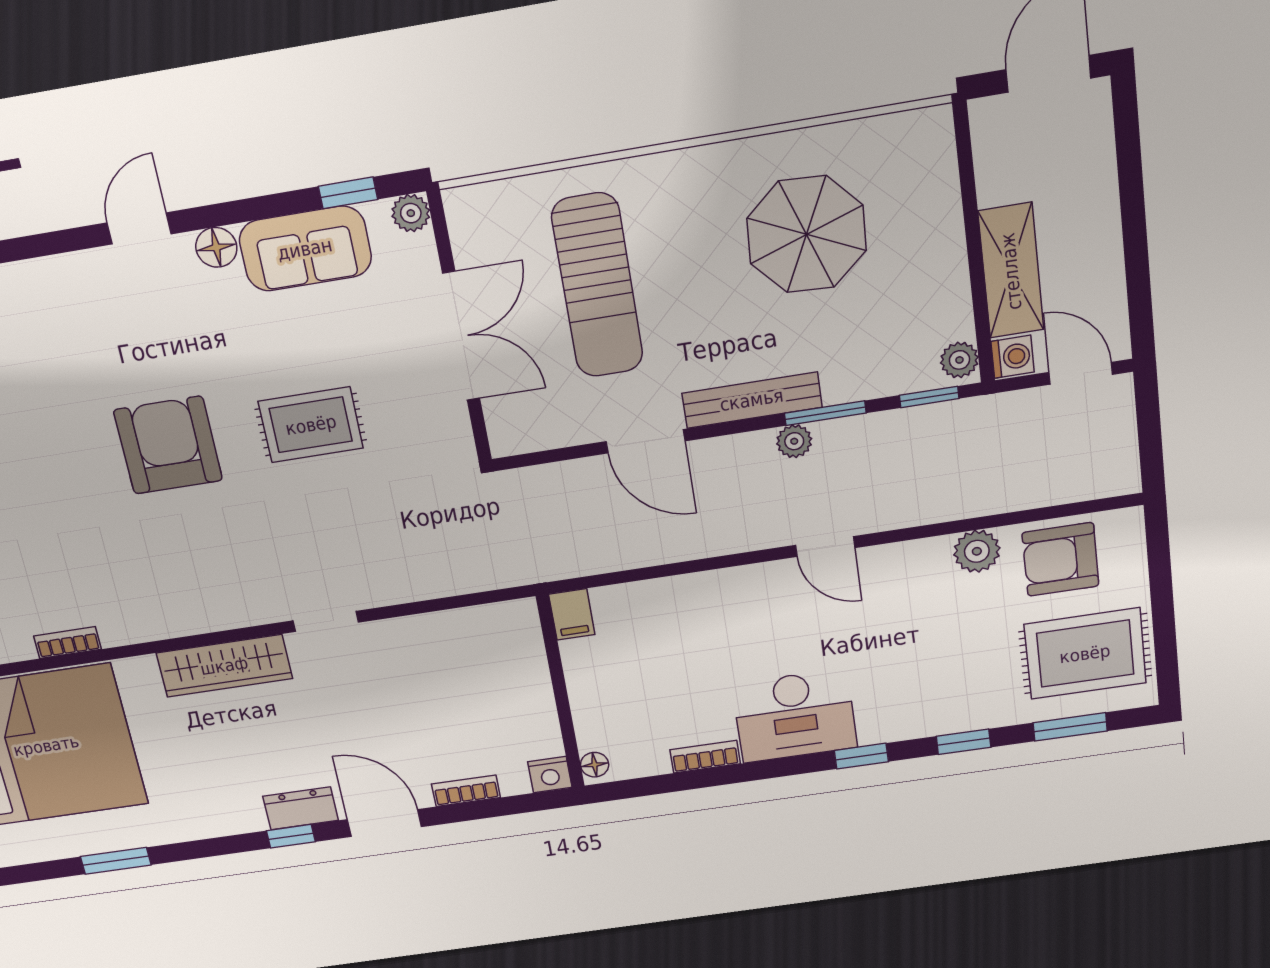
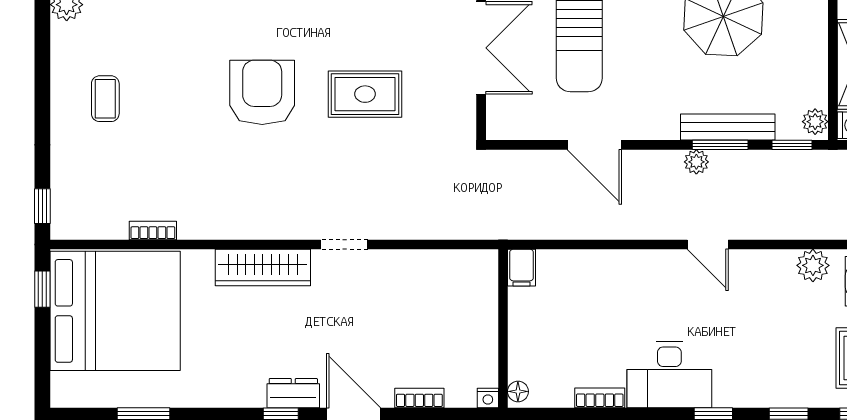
bench: (752, 400) -> (728, 127), moved
nightstand: (550, 775) -> (488, 398), width x0.72, depth x0.74

